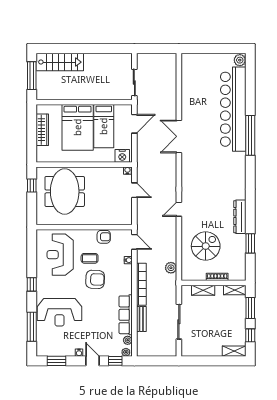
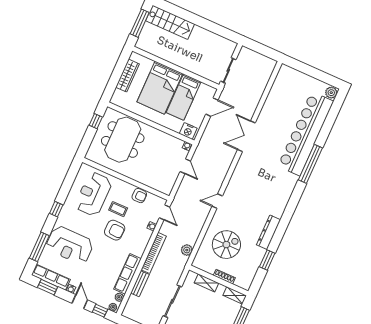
row of seats: (55, 350) -> (51, 277), added

